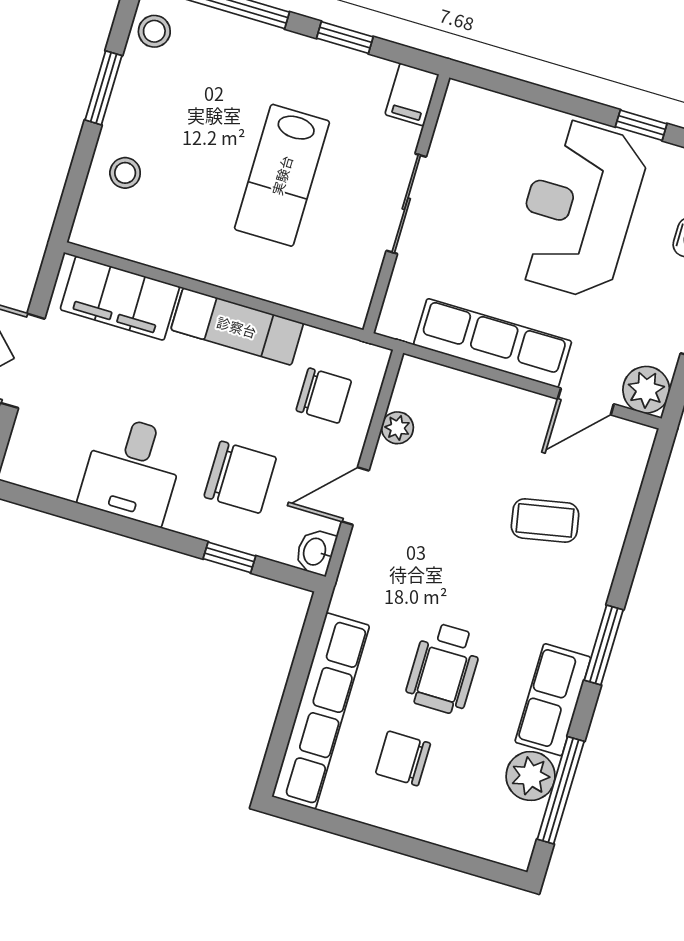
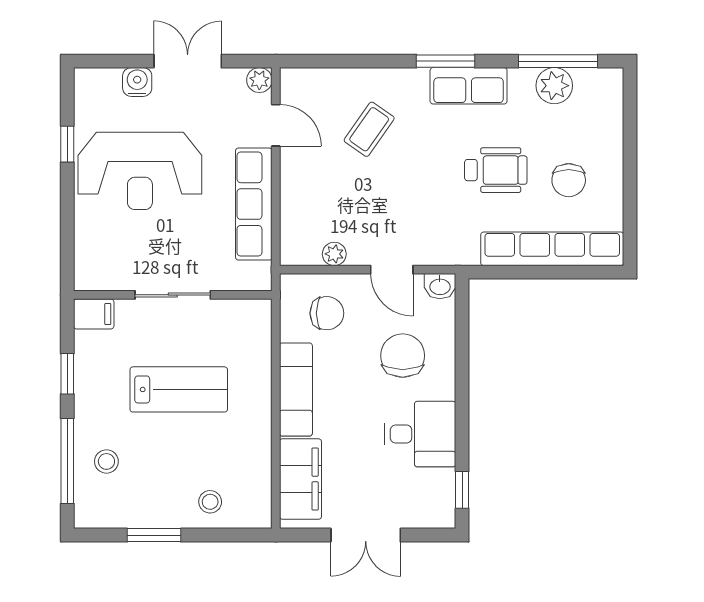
stool: (154, 31) -> (106, 461), moved
plant: (646, 390) -> (259, 80), width x0.73, depth x0.73
chair: (324, 396) -> (327, 313), turned 90
coffee table: (545, 520) -> (369, 129), turned 46
window: (229, 557) -> (462, 490), moved
row of seats: (553, 700) -> (469, 86), moved

